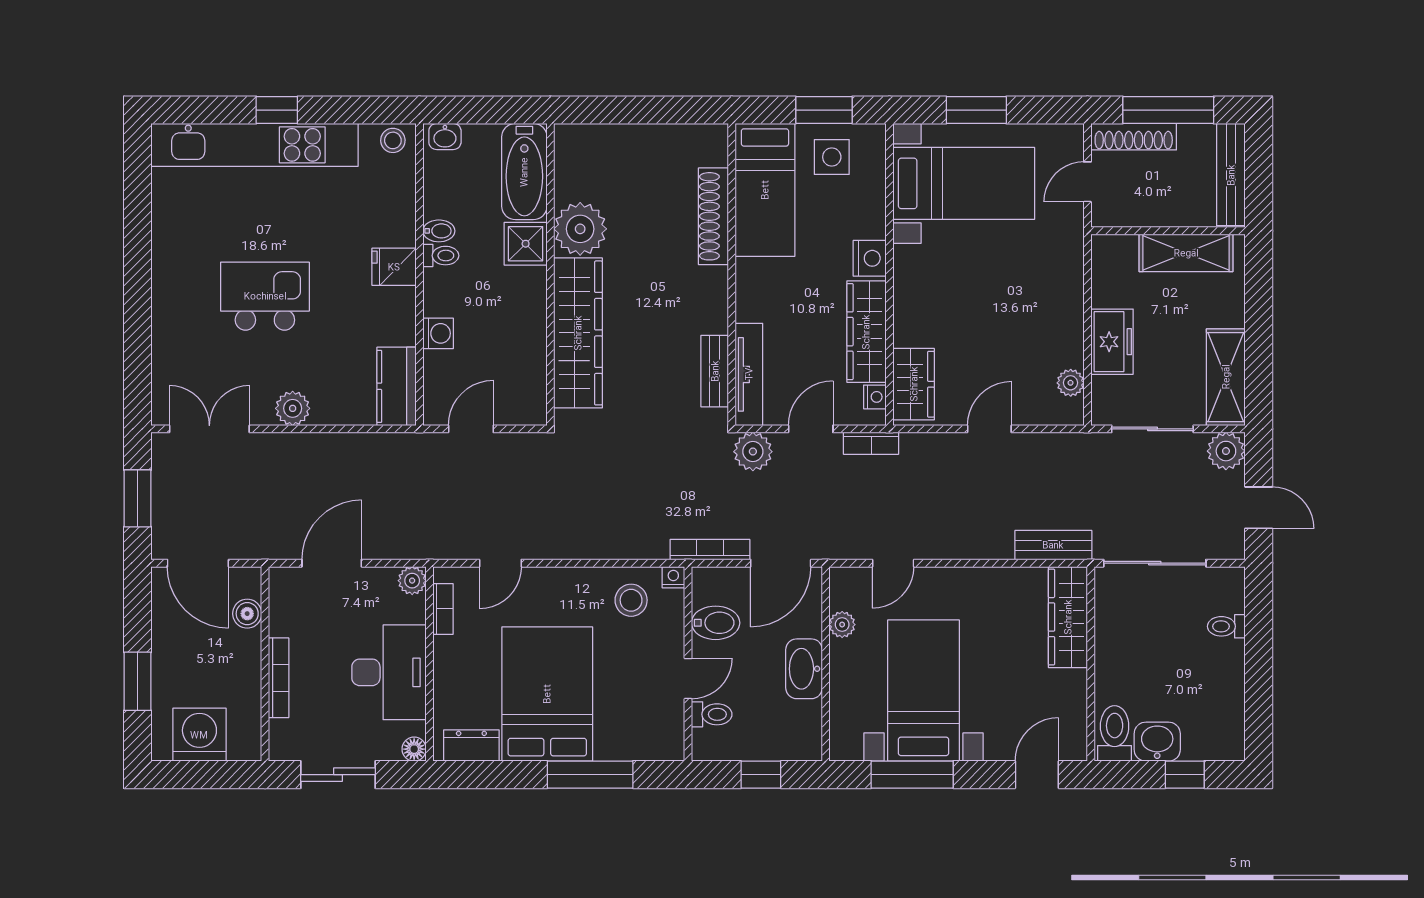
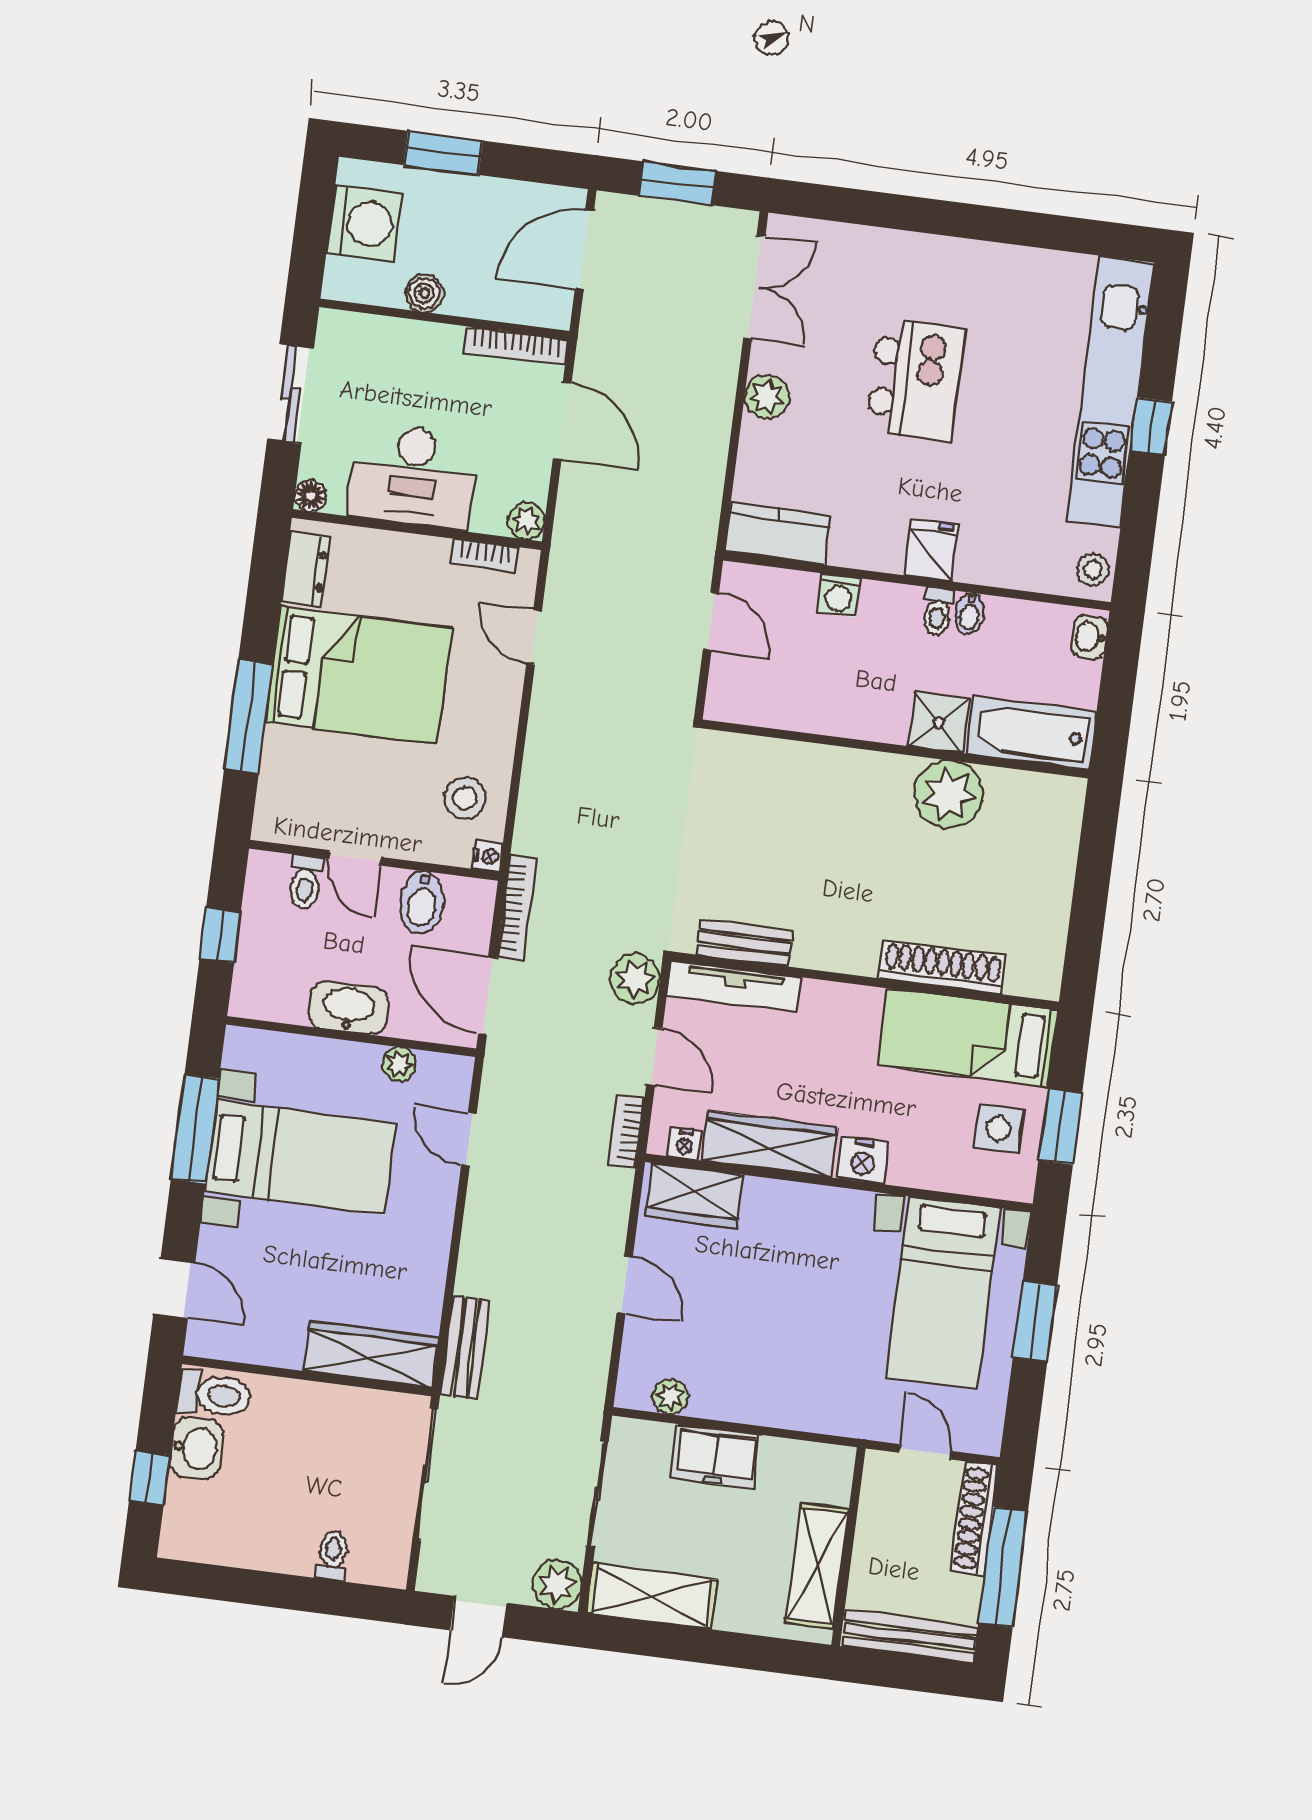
wardrobe: (578, 333) -> (816, 775), removed
boiler: (247, 614) -> (424, 293), moved
bookcase: (279, 678) -> (516, 346), moved

